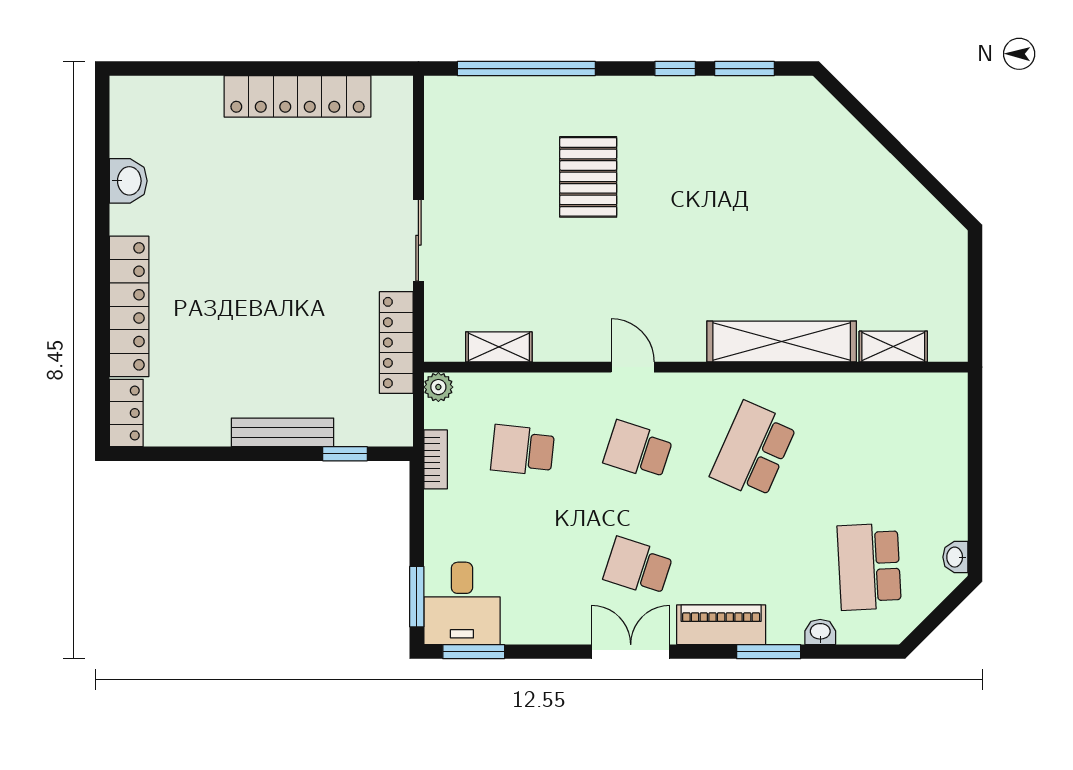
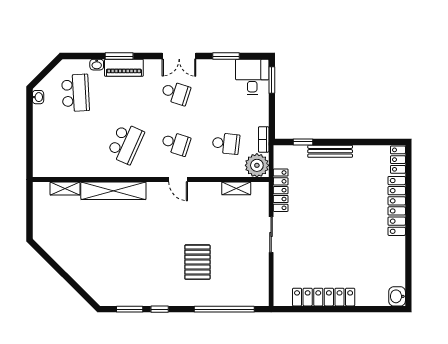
washbasin: (128, 181) -> (397, 296), moved
plant: (438, 387) -> (257, 165), width x1.88, depth x1.88
piano: (721, 625) -> (124, 68), moved
window: (474, 652) -> (226, 56), moved

